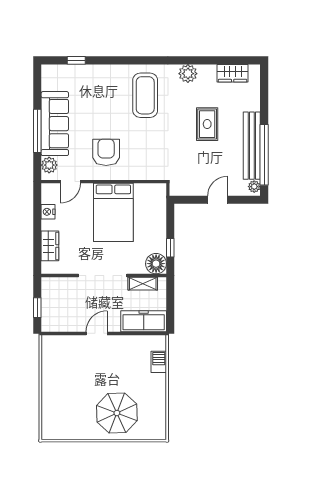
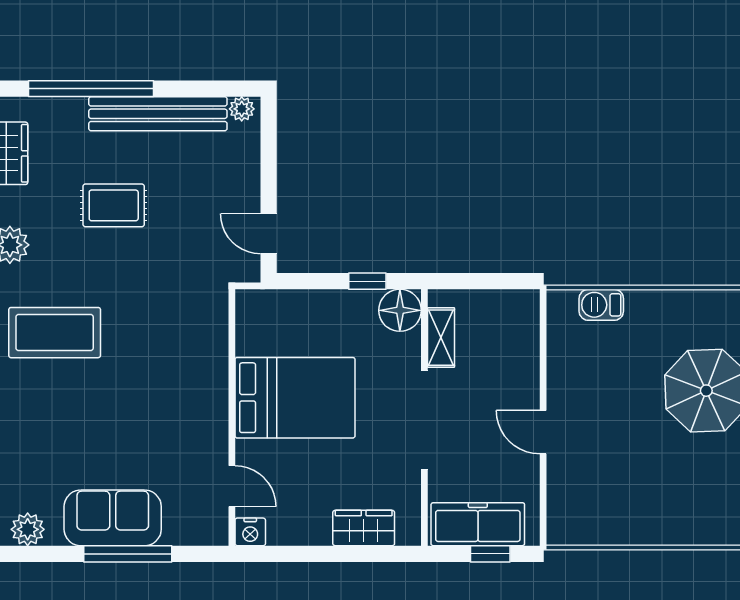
sofa: (55, 124) -> (113, 518), width x0.73
armchair: (106, 152) -> (172, 413), removed
window: (264, 155) -> (91, 89), moved
plant: (49, 165) -> (28, 529), moved
door: (218, 200) -> (269, 234), moved
nightstand: (48, 212) -> (250, 532), moved
freezer: (144, 321) -> (478, 524), moved, turned 90

